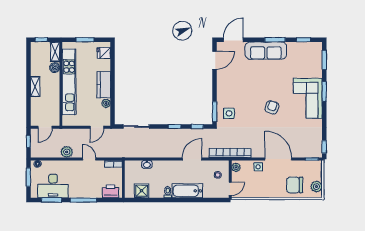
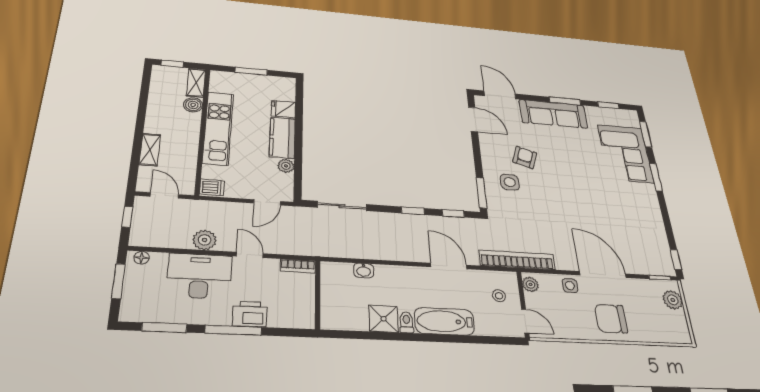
door: (233, 40) -> (500, 95), hinge flipped
fridge: (104, 53) -> (283, 109), moved
door: (215, 60) -> (473, 119), hinge flipped
kitchen unit: (69, 82) -> (218, 128), width x0.73
shelving: (35, 87) -> (150, 150), moved
corner sofa: (308, 98) -> (625, 154), moved
armchair: (272, 107) -> (525, 157), moved
side table: (229, 113) -> (510, 182), moved
dishwasher: (68, 120) -> (212, 187), added
door: (45, 127) -> (164, 195), swing flipped
door: (192, 159) -> (449, 266), hinge flipped
chair: (295, 185) -> (611, 319), moved
desk: (53, 186) -> (199, 276), moved, turned 180
plant: (316, 187) -> (673, 300), moved
door: (230, 189) -> (525, 321), hinge flipped
printer: (110, 191) -> (250, 314), moved
shower: (142, 191) -> (384, 319), moved

